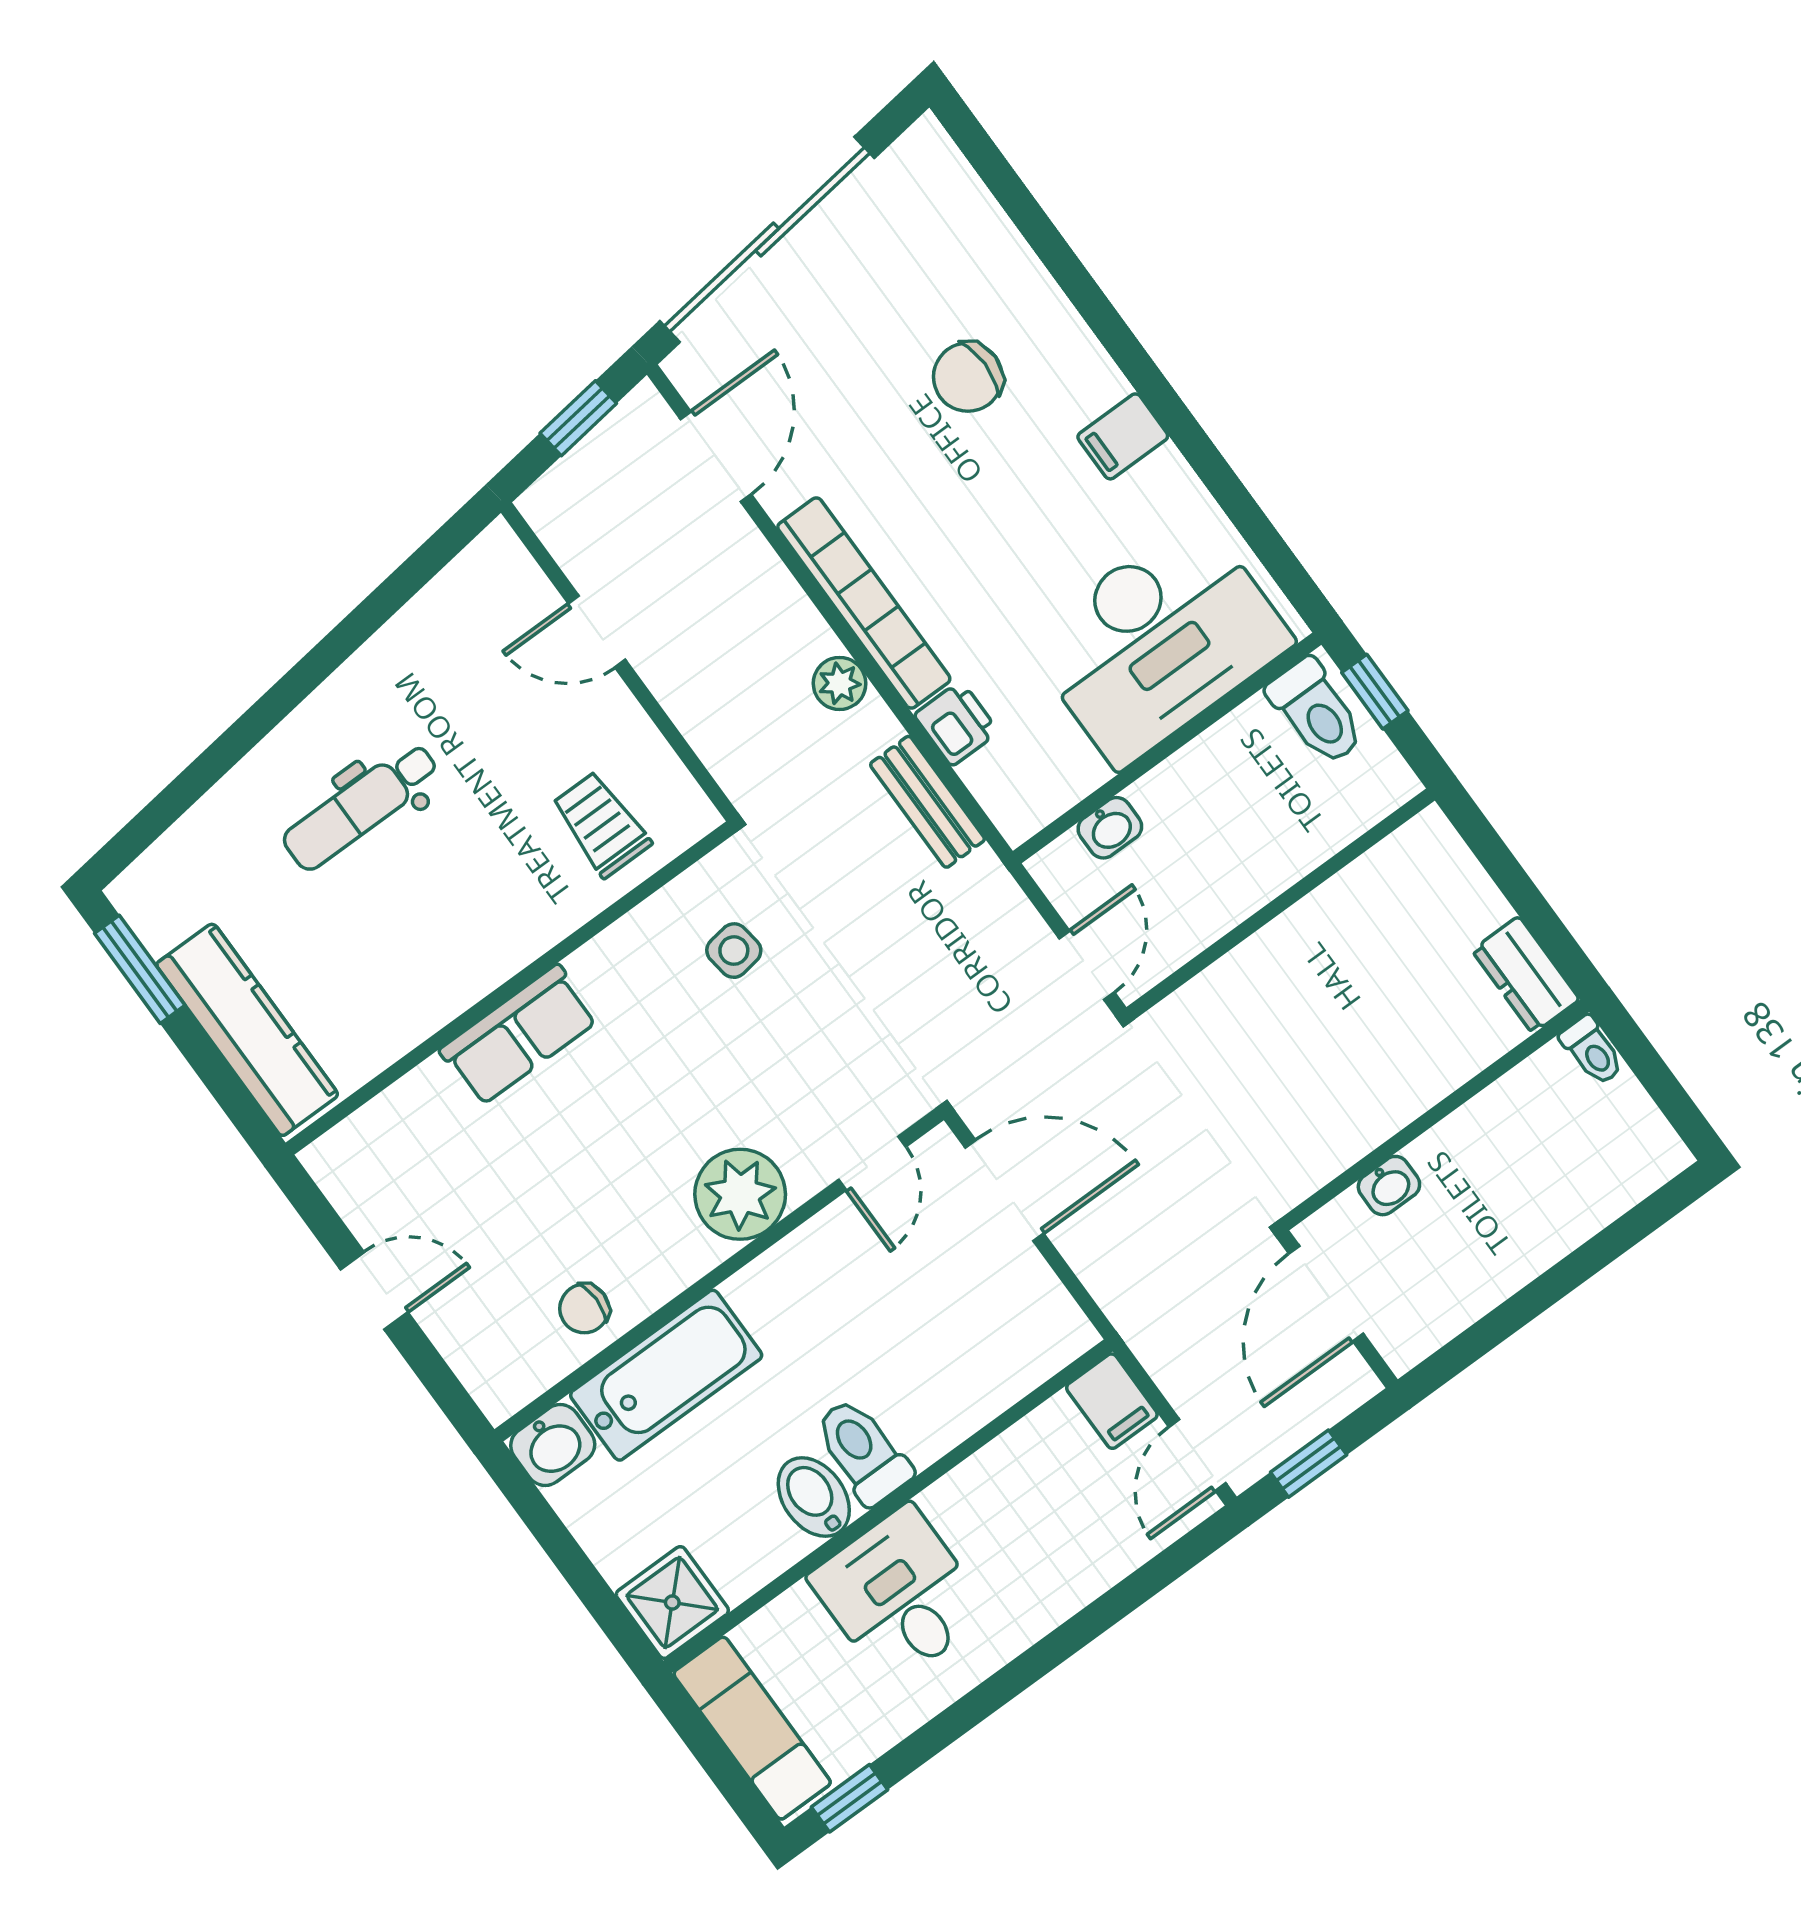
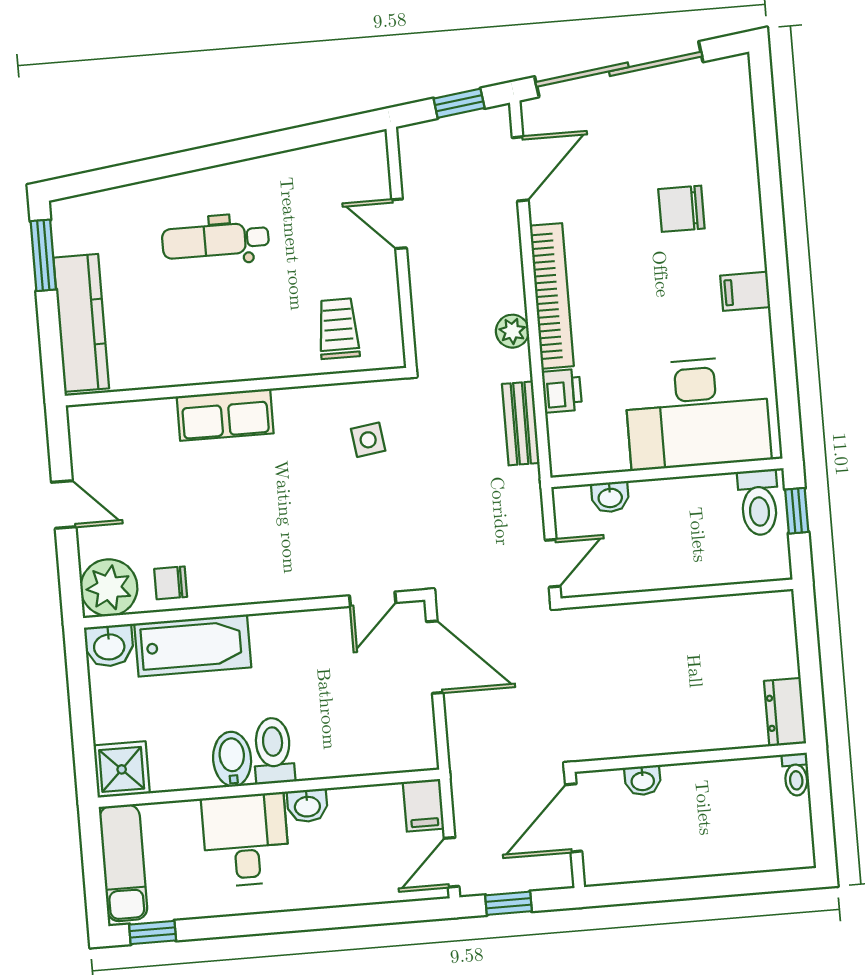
plant: (740, 1194) -> (109, 588), moved
washbasin: (955, 1498) -> (307, 806), added

